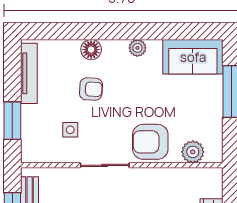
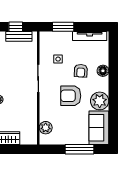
plant: (137, 48) -> (100, 101), width x1.88, depth x1.88
armchair: (150, 142) -> (71, 96), moved, turned -90

